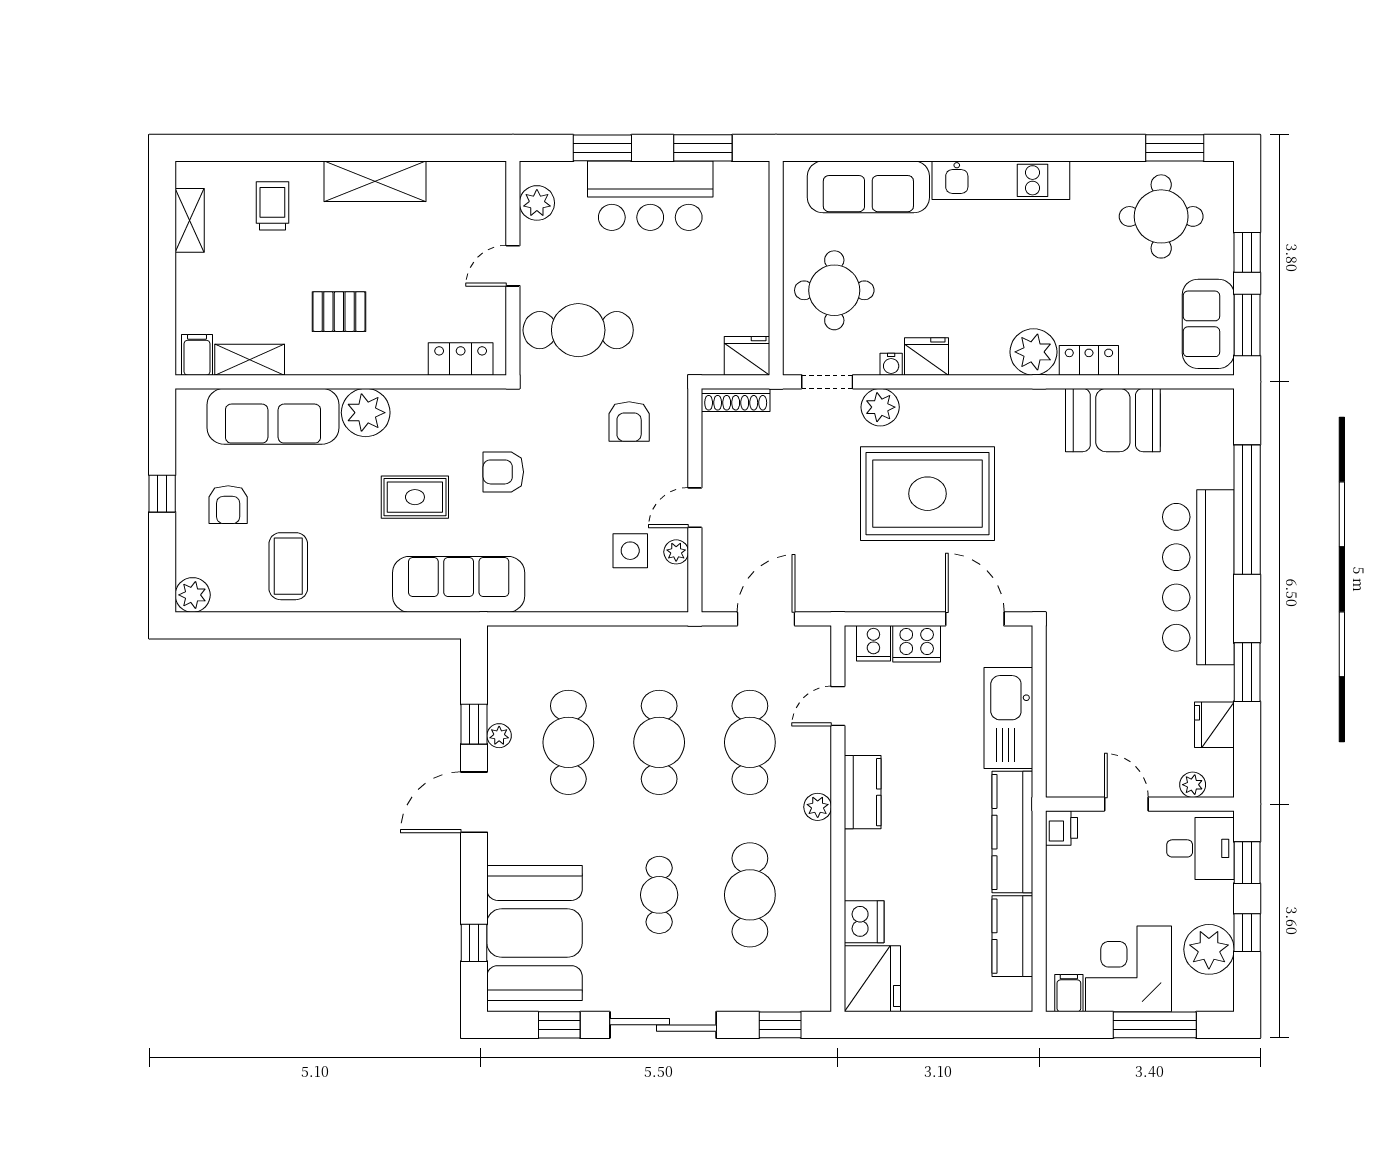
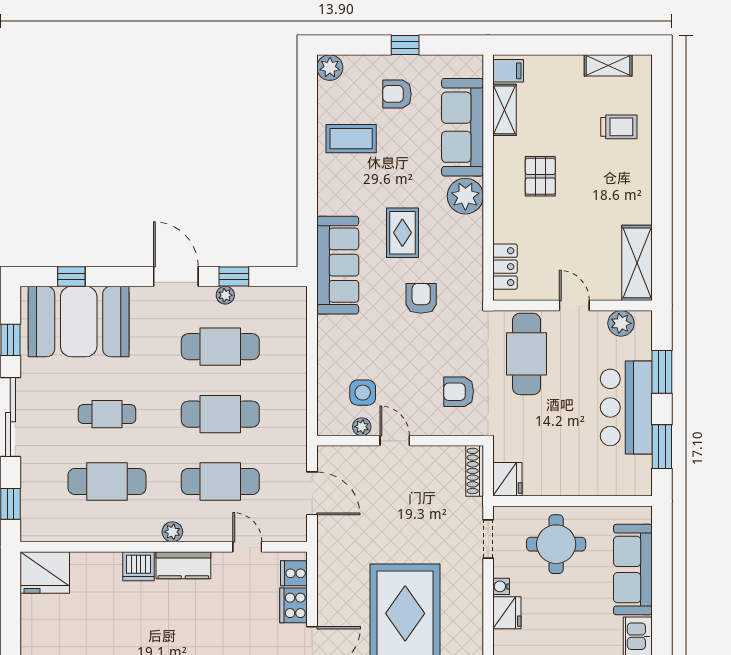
shelving: (375, 181) -> (637, 263), moved
plant: (880, 407) -> (469, 578), removed
dishwasher: (864, 922) -> (138, 566), moved

